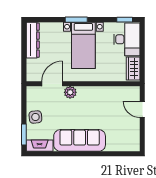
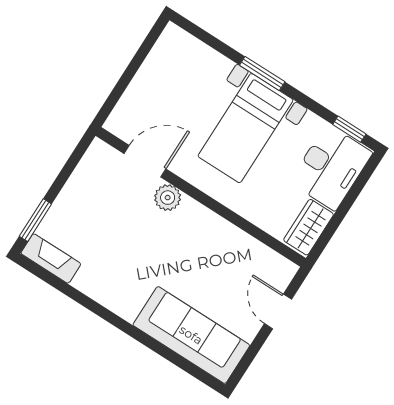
dresser: (33, 40) -> (160, 60), removed
side table: (35, 117) -> (76, 202), removed
sofa: (80, 140) -> (191, 335), moved

